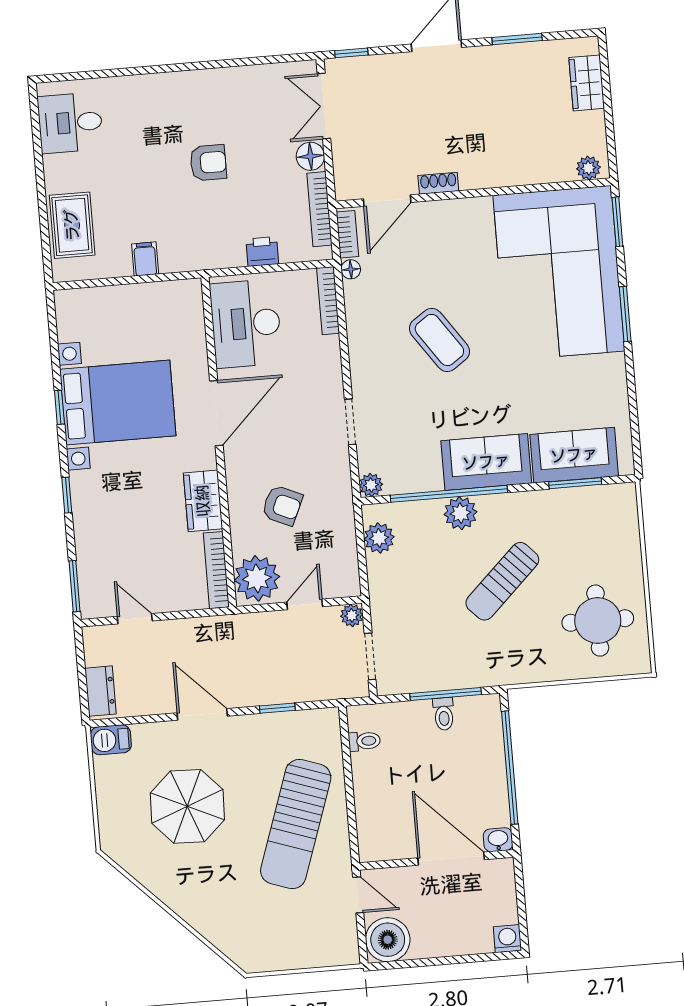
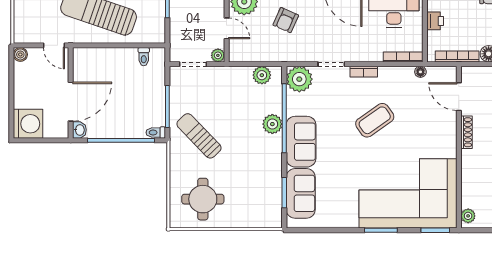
shoe rack: (438, 183) -> (467, 132), width x1.43
bookcase: (347, 234) -> (364, 72), moved
plant: (371, 485) -> (299, 79), width x1.87, depth x1.87
sun lounger: (502, 581) -> (199, 136), moved
toilet: (444, 714) -> (156, 133), moved
door: (358, 895) -> (54, 45), hinge flipped
washing machine: (507, 939) -> (28, 124), width x1.89, depth x1.89
boiler: (388, 940) -> (20, 54), width x0.54, depth x0.54

